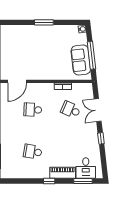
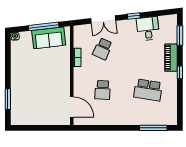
window: (44, 22) -> (8, 99), moved
school desk: (33, 152) -> (148, 90), width x1.85
desk: (86, 168) -> (148, 29), moved, turned -97

